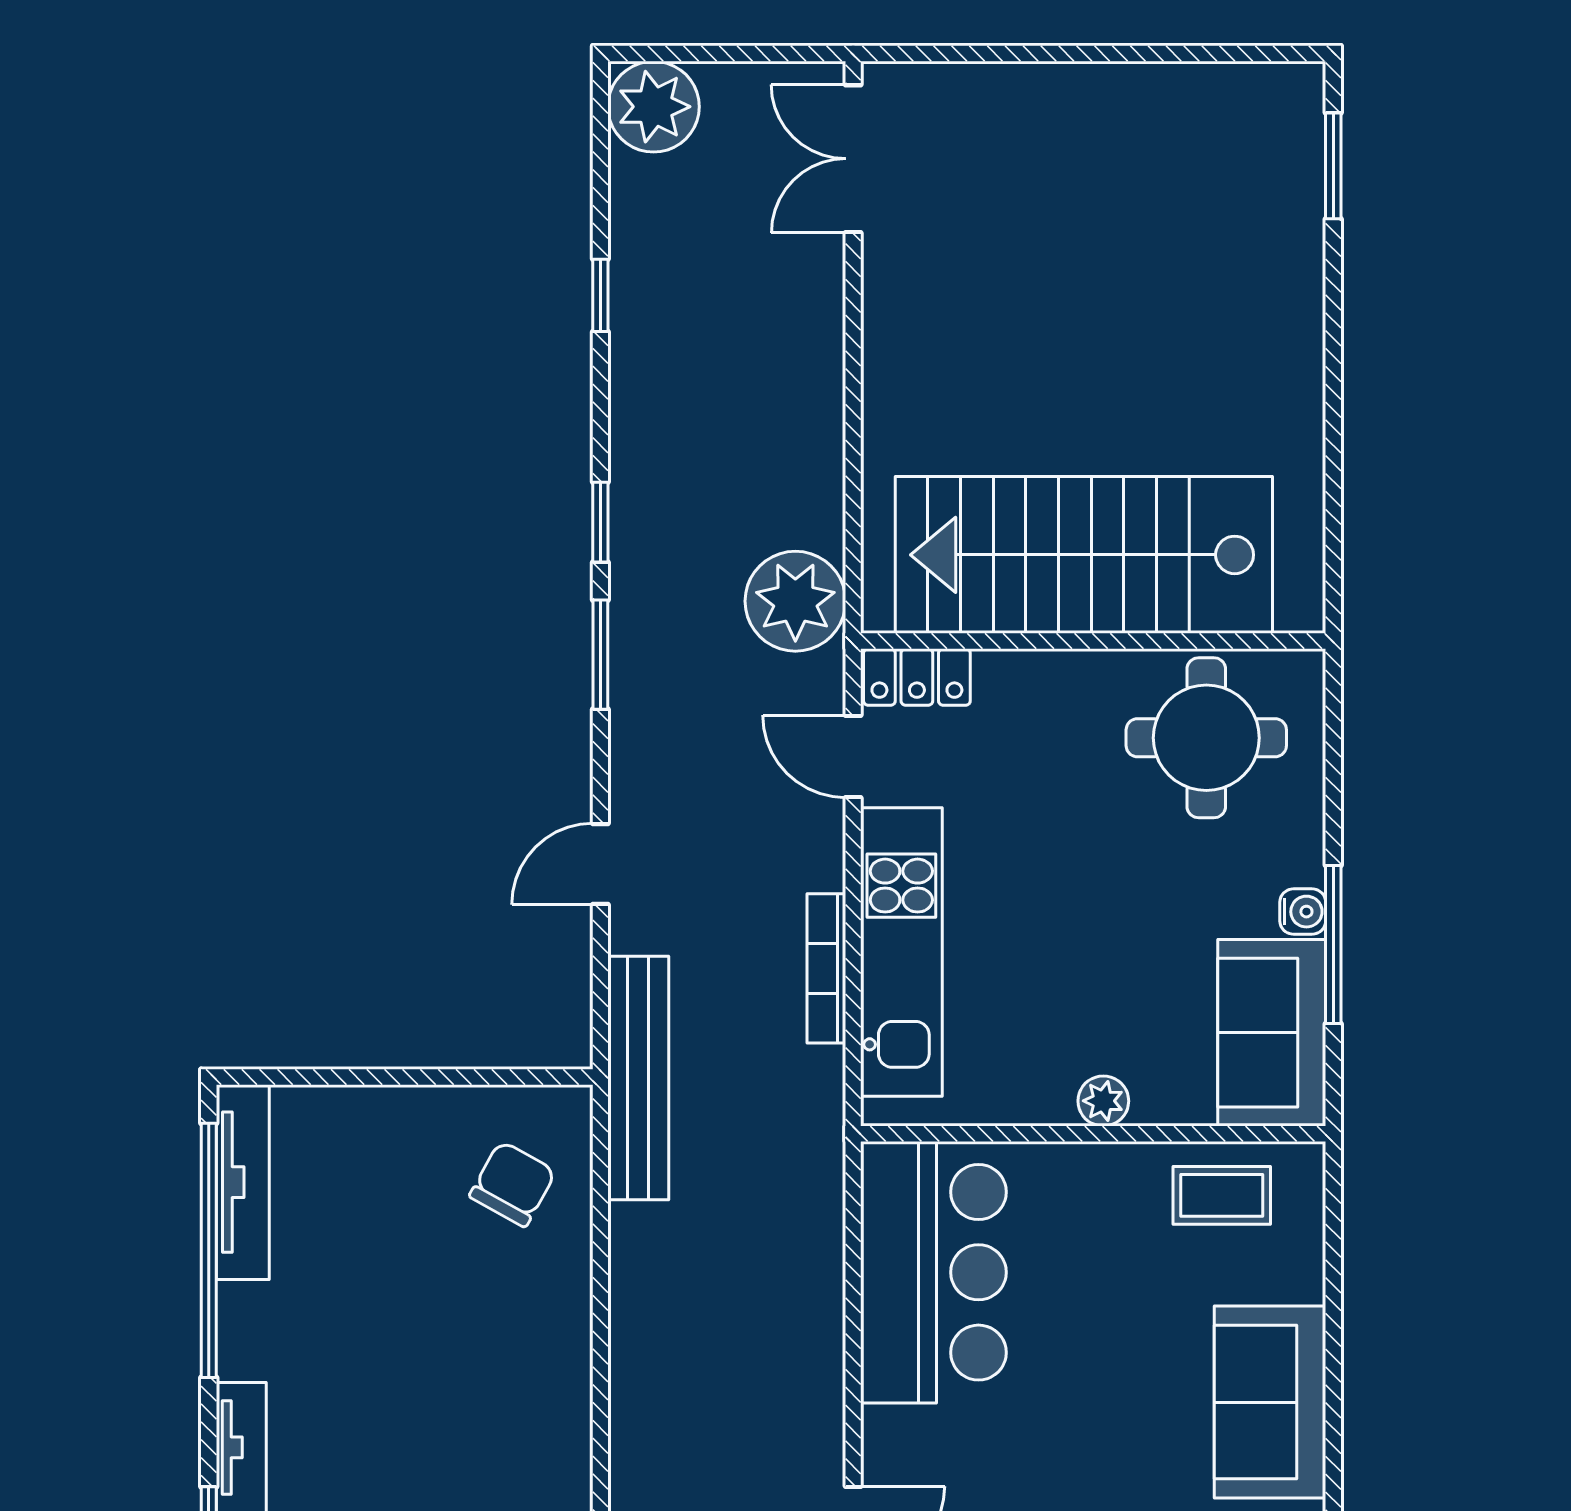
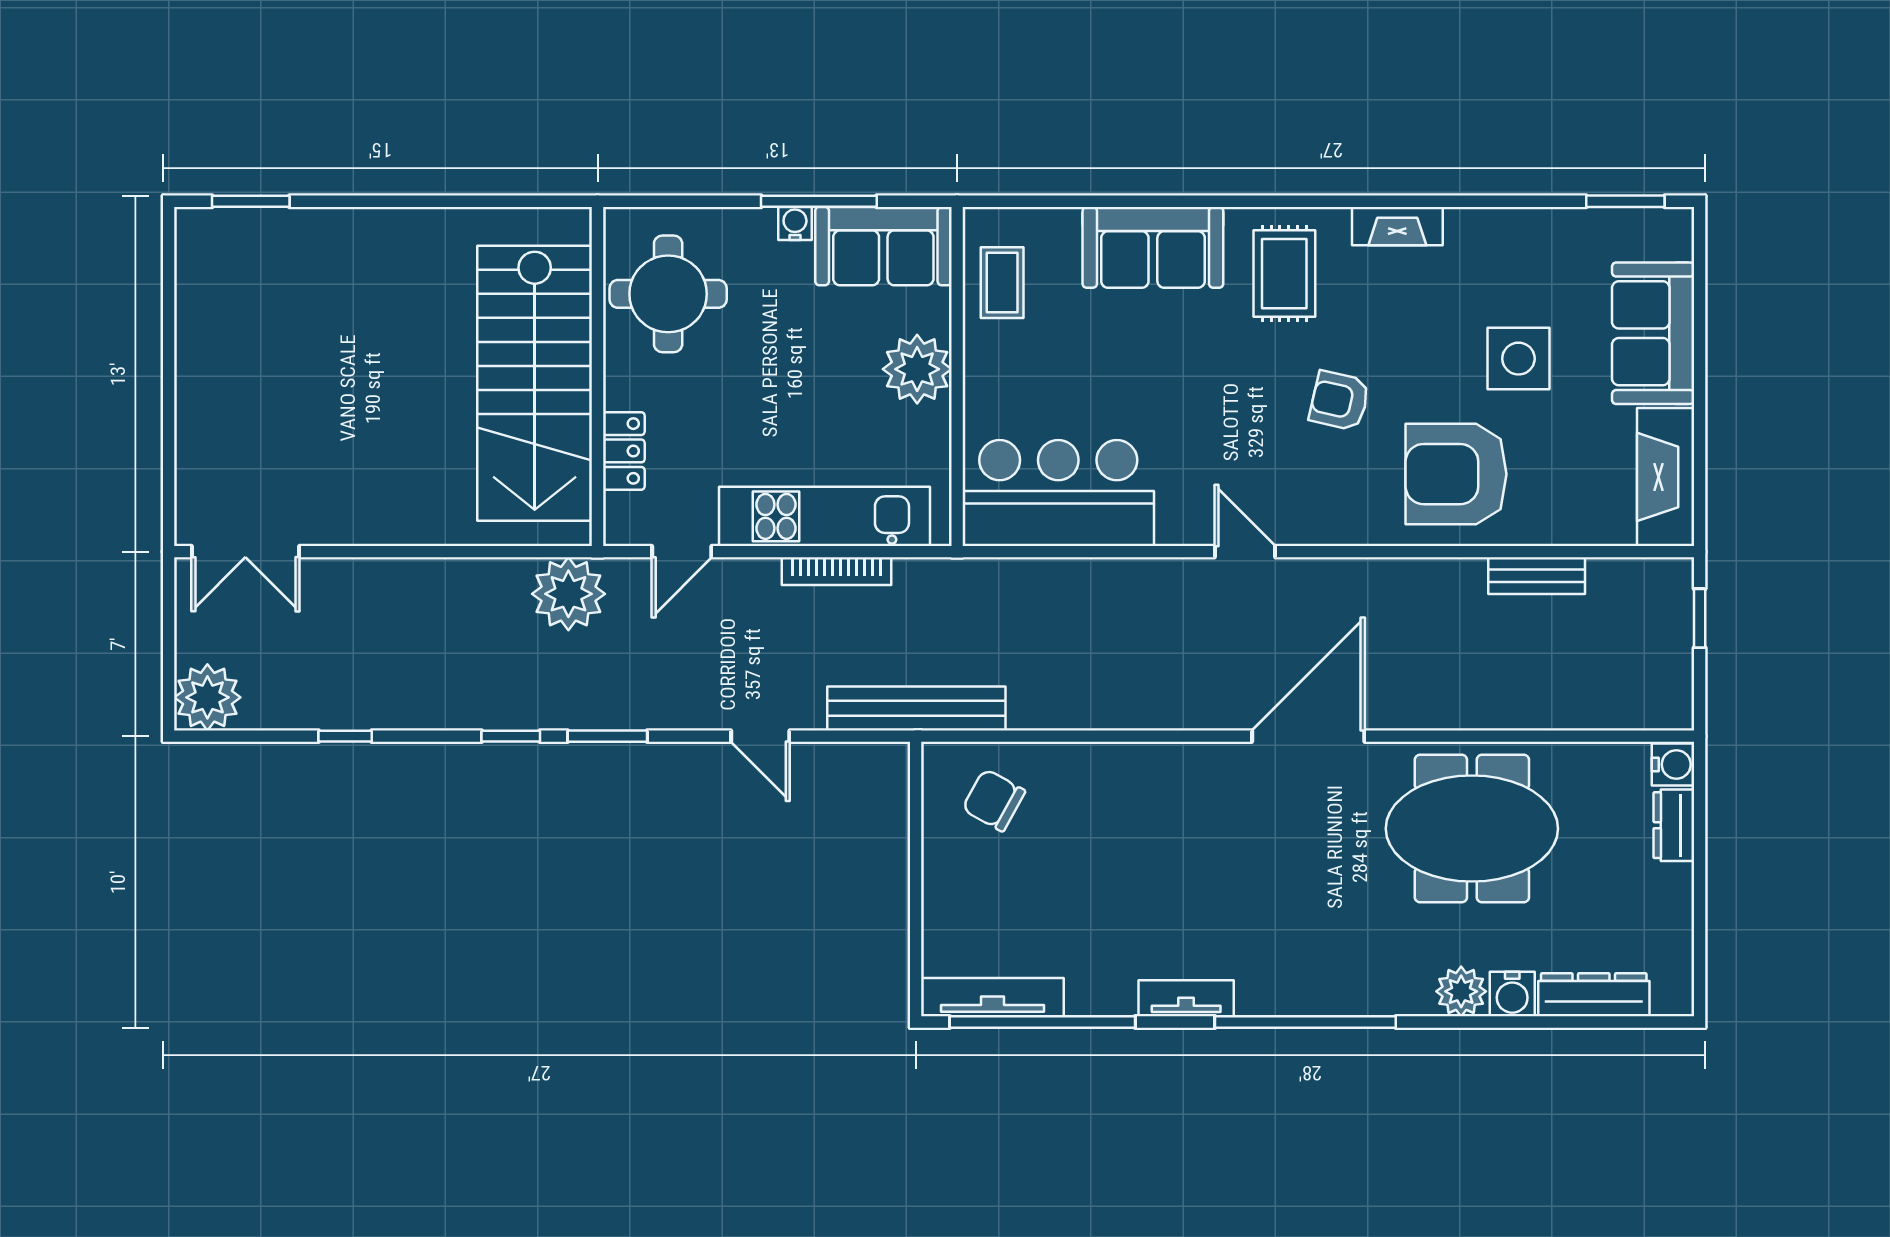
locker: (917, 677) -> (624, 451), moved
plant: (1103, 1101) -> (917, 369), width x1.88, depth x1.88

